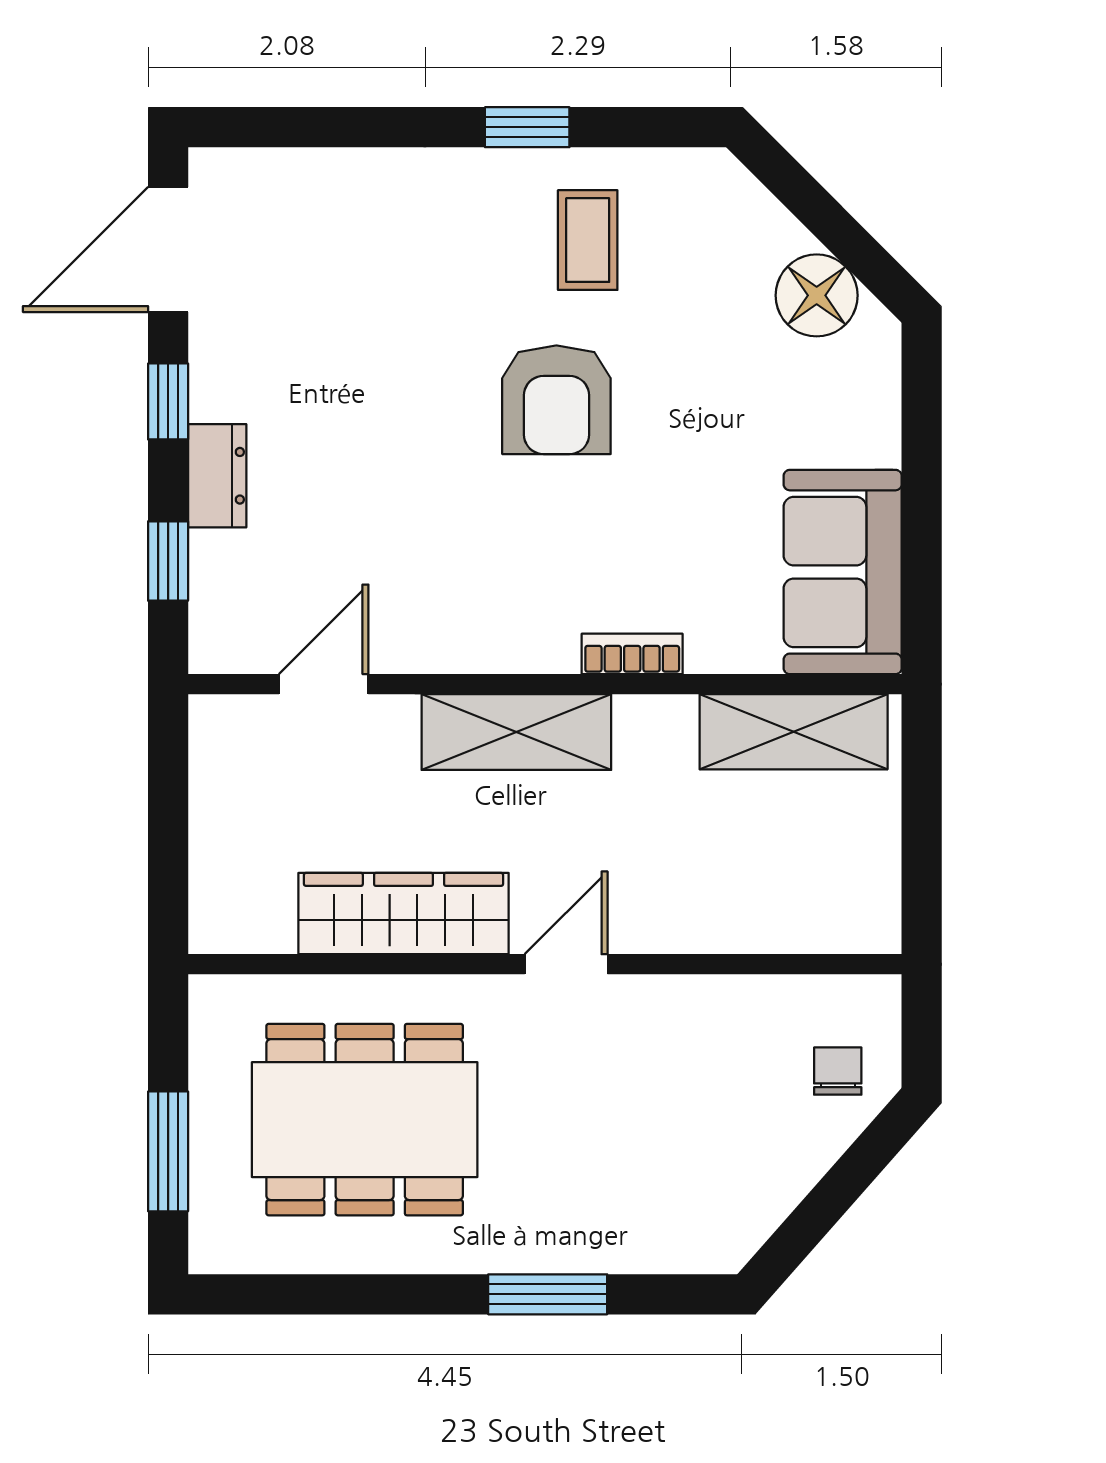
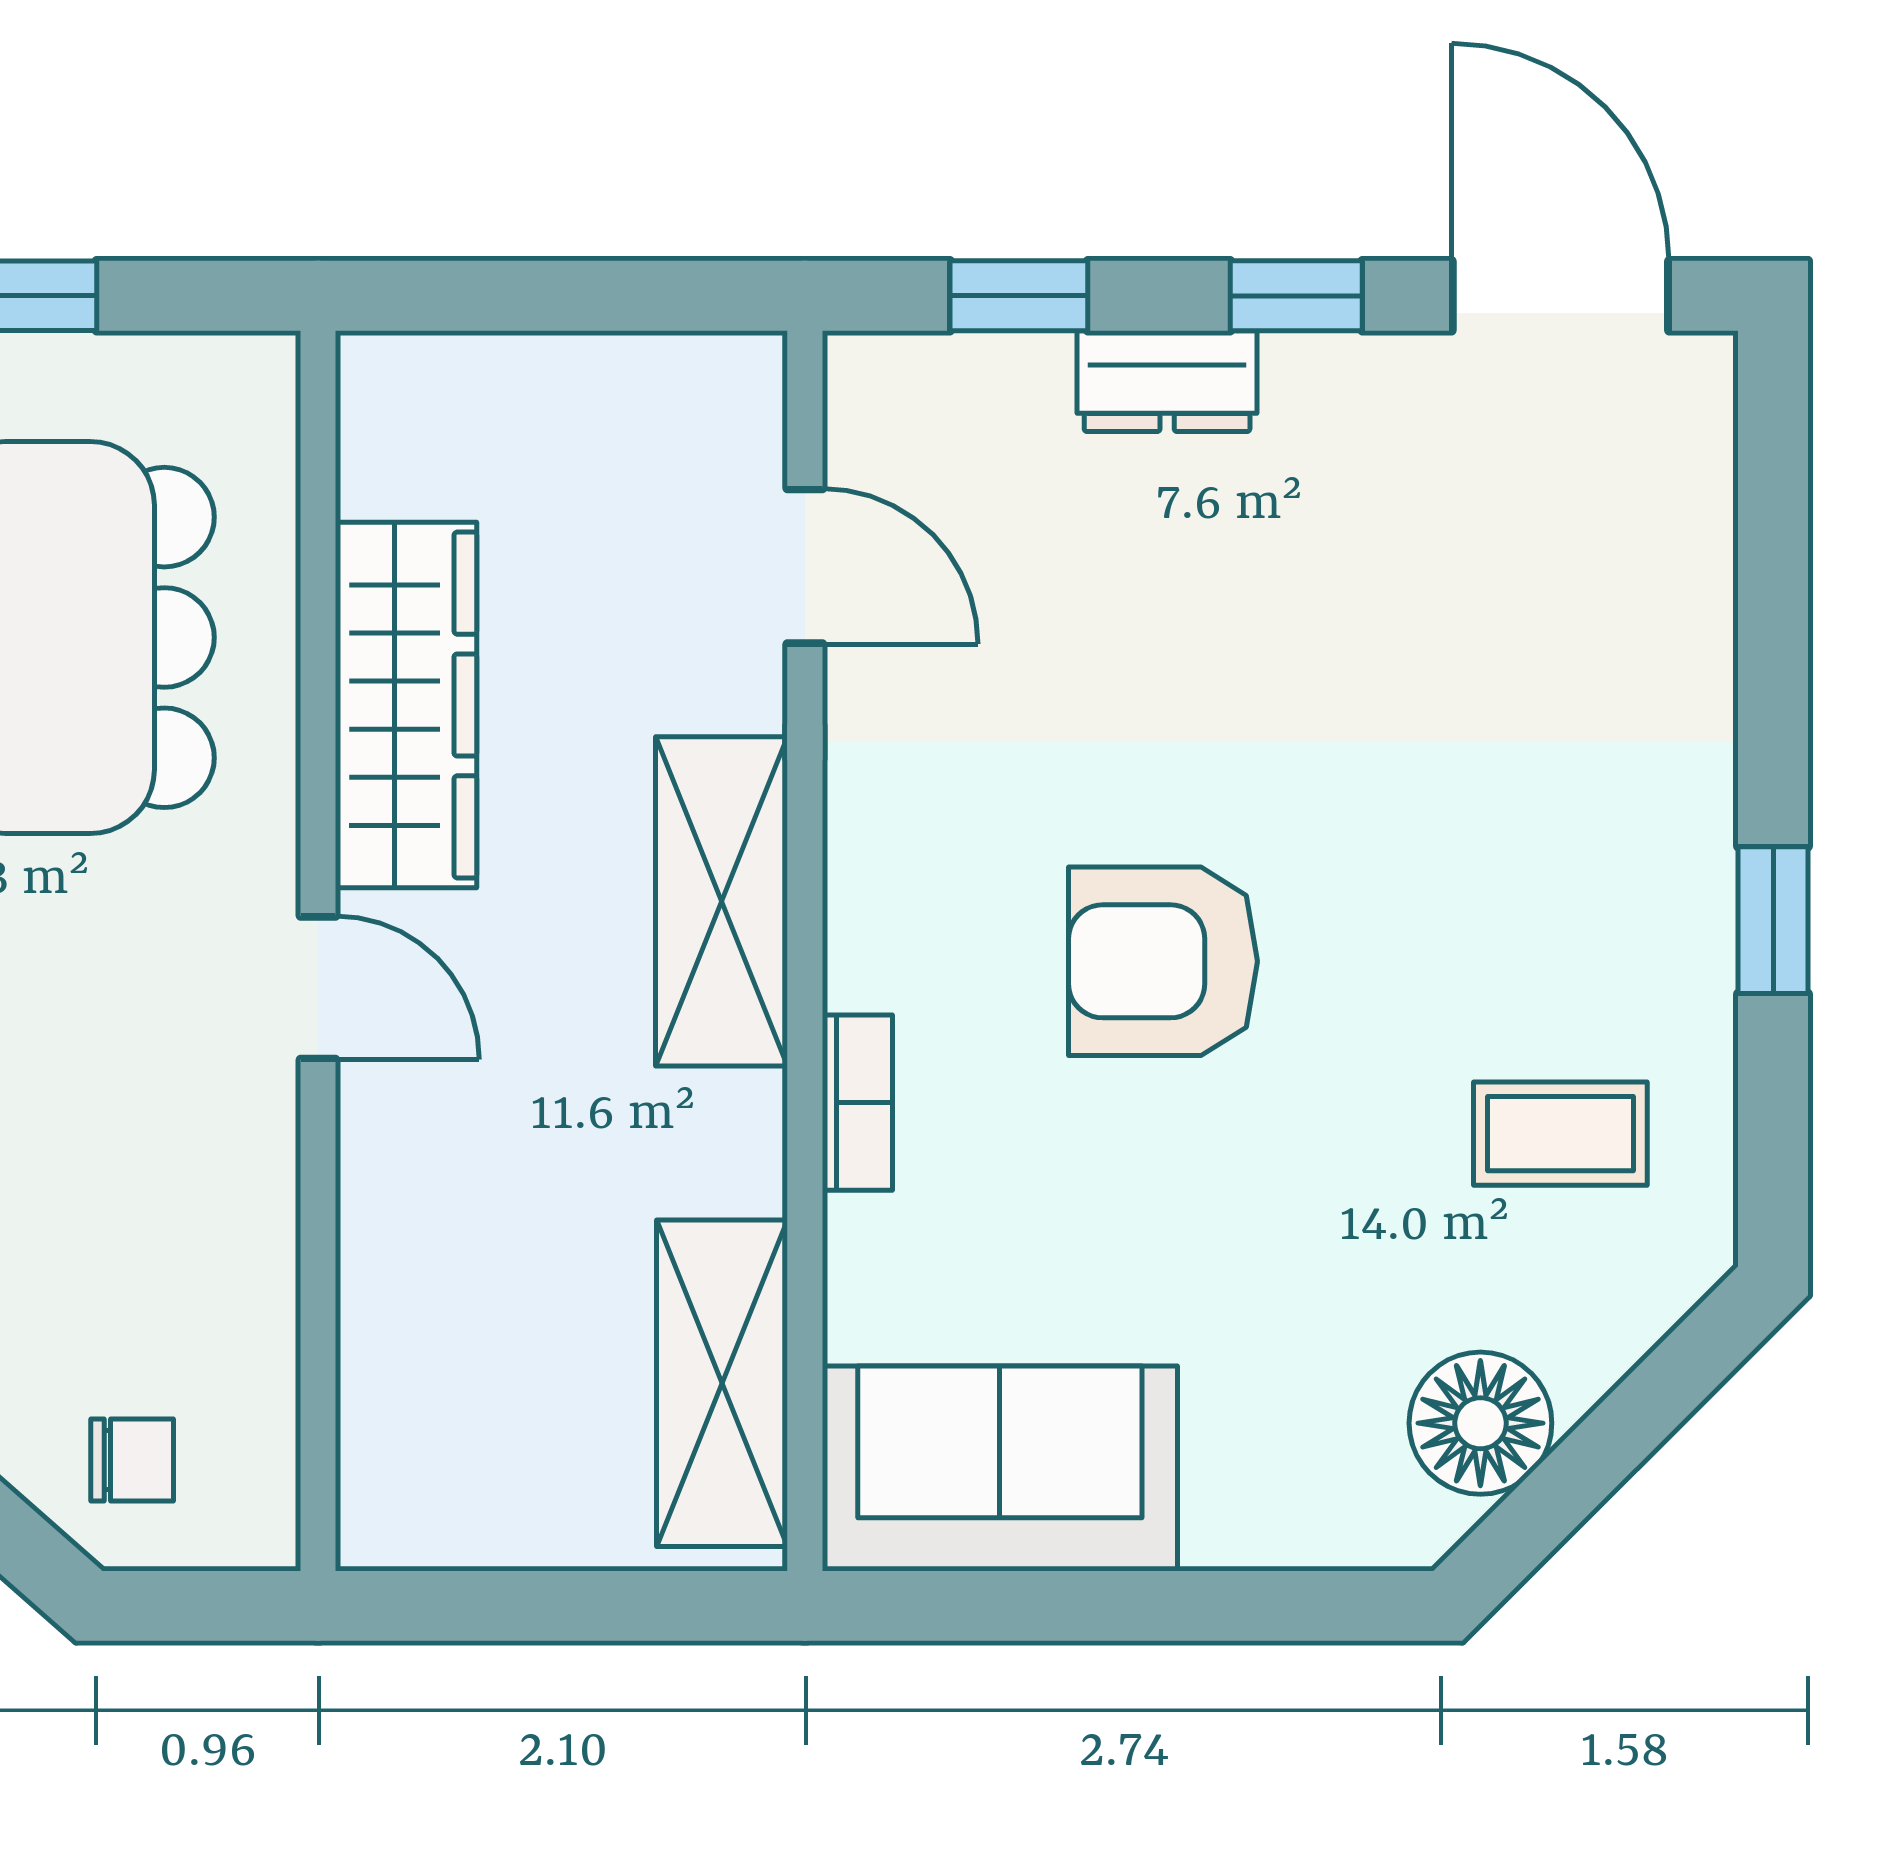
coffee table: (588, 240) -> (1560, 1134), moved
armchair: (556, 400) -> (1163, 961), moved

